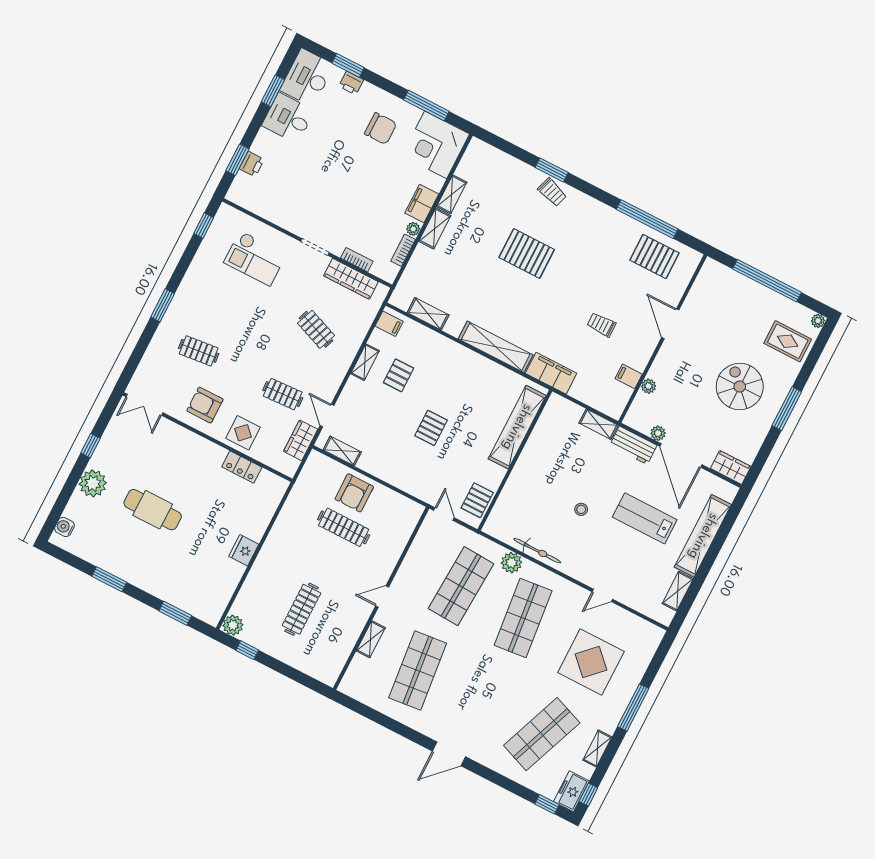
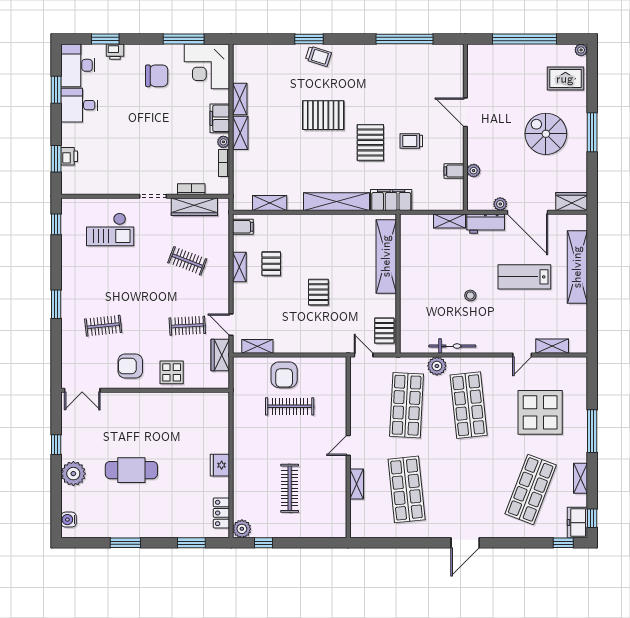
pallet: (654, 257) -> (370, 143), moved, turned 90
locker: (242, 467) -> (221, 513), moved, turned 90
shelving: (678, 591) -> (552, 346), moved, turned 90

